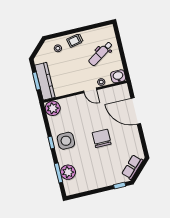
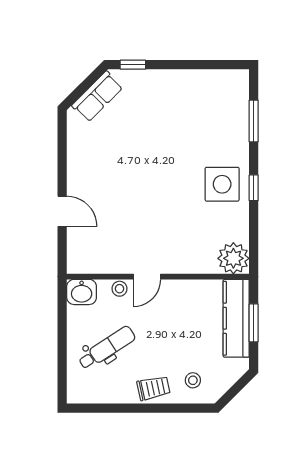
door: (90, 90) -> (147, 277), swing flipped
door: (136, 111) -> (62, 211), width x0.53
chair: (102, 138) -> (147, 171), removed
plant: (68, 172) -> (234, 118), removed

